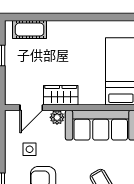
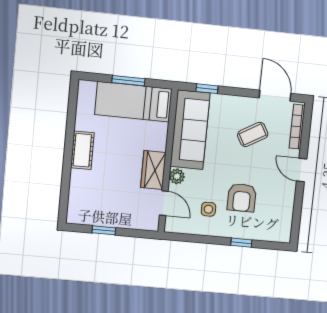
cot: (30, 30) -> (82, 150), moved

